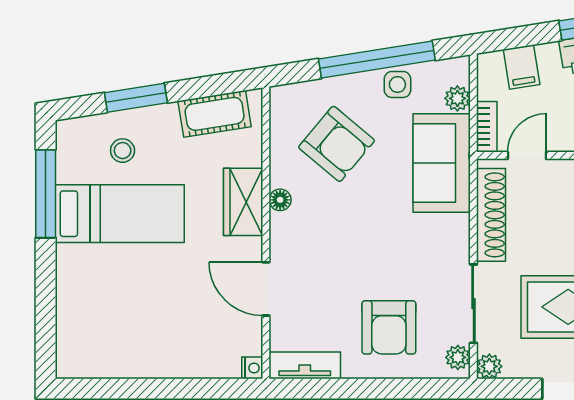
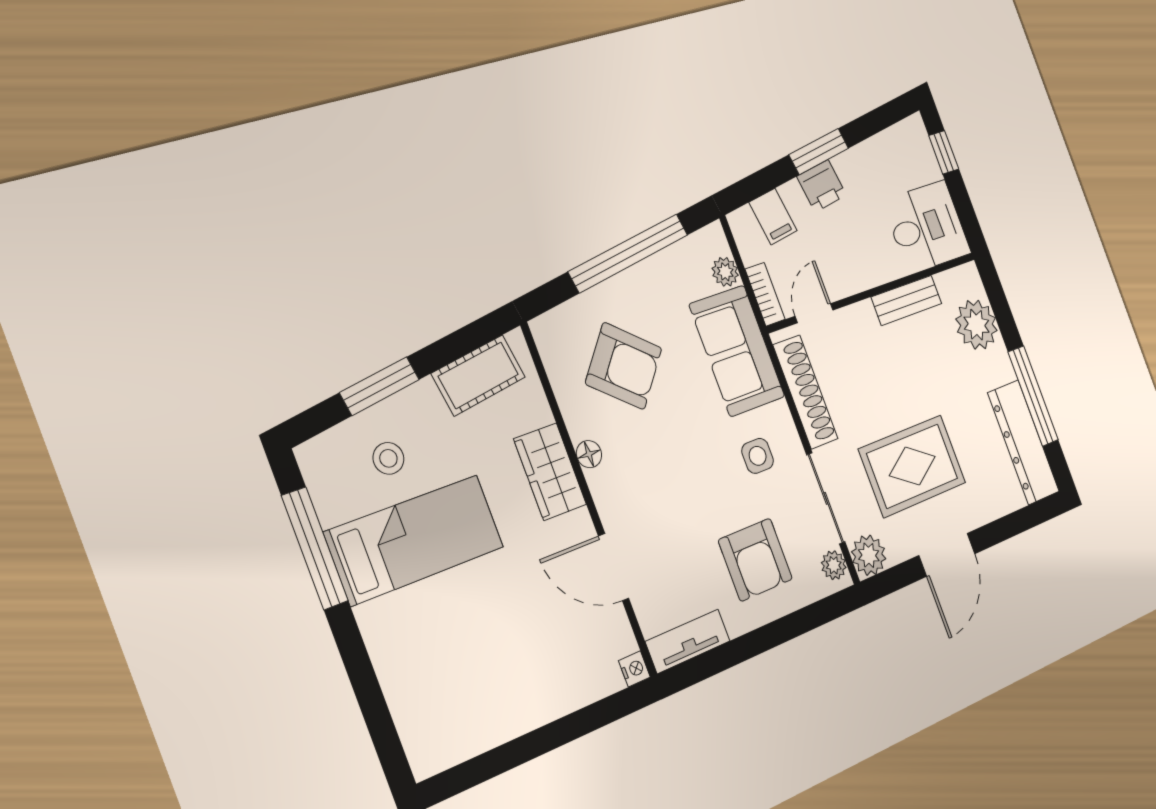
side table: (397, 84) -> (758, 456), moved
plant: (489, 366) -> (869, 555), width x1.38, depth x1.38

